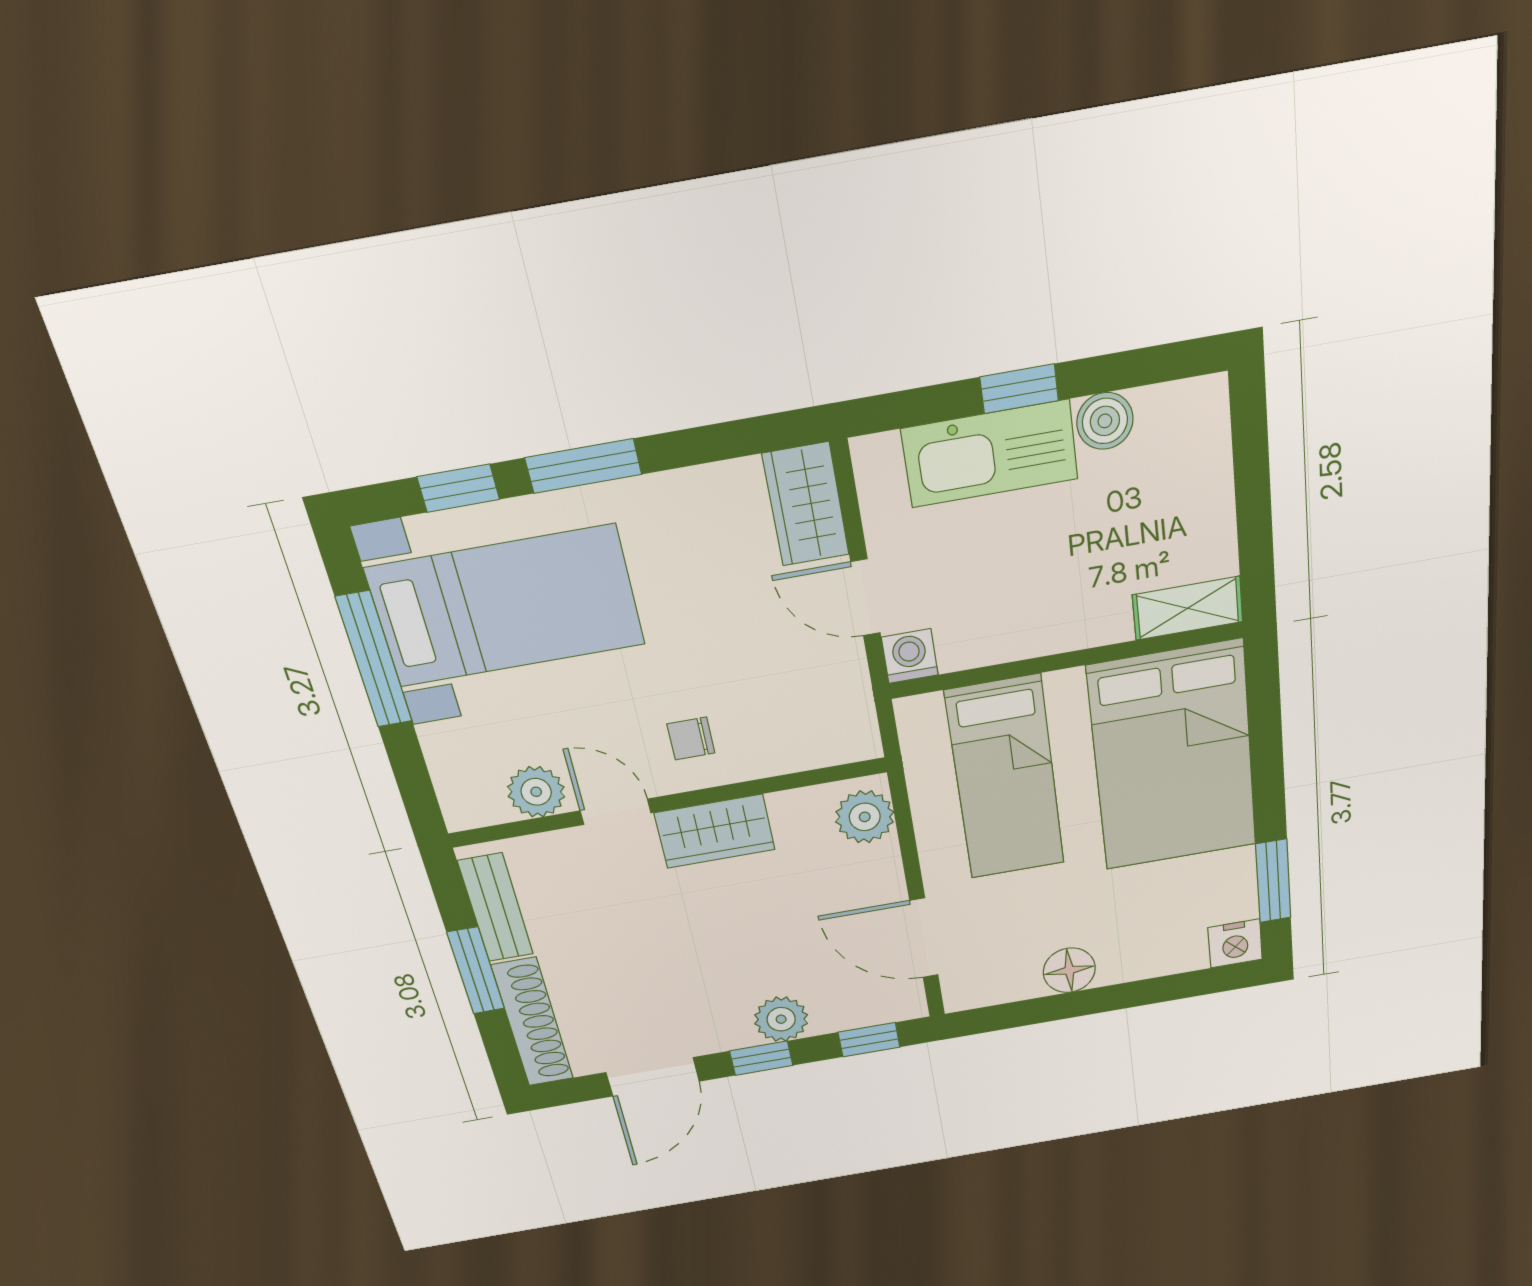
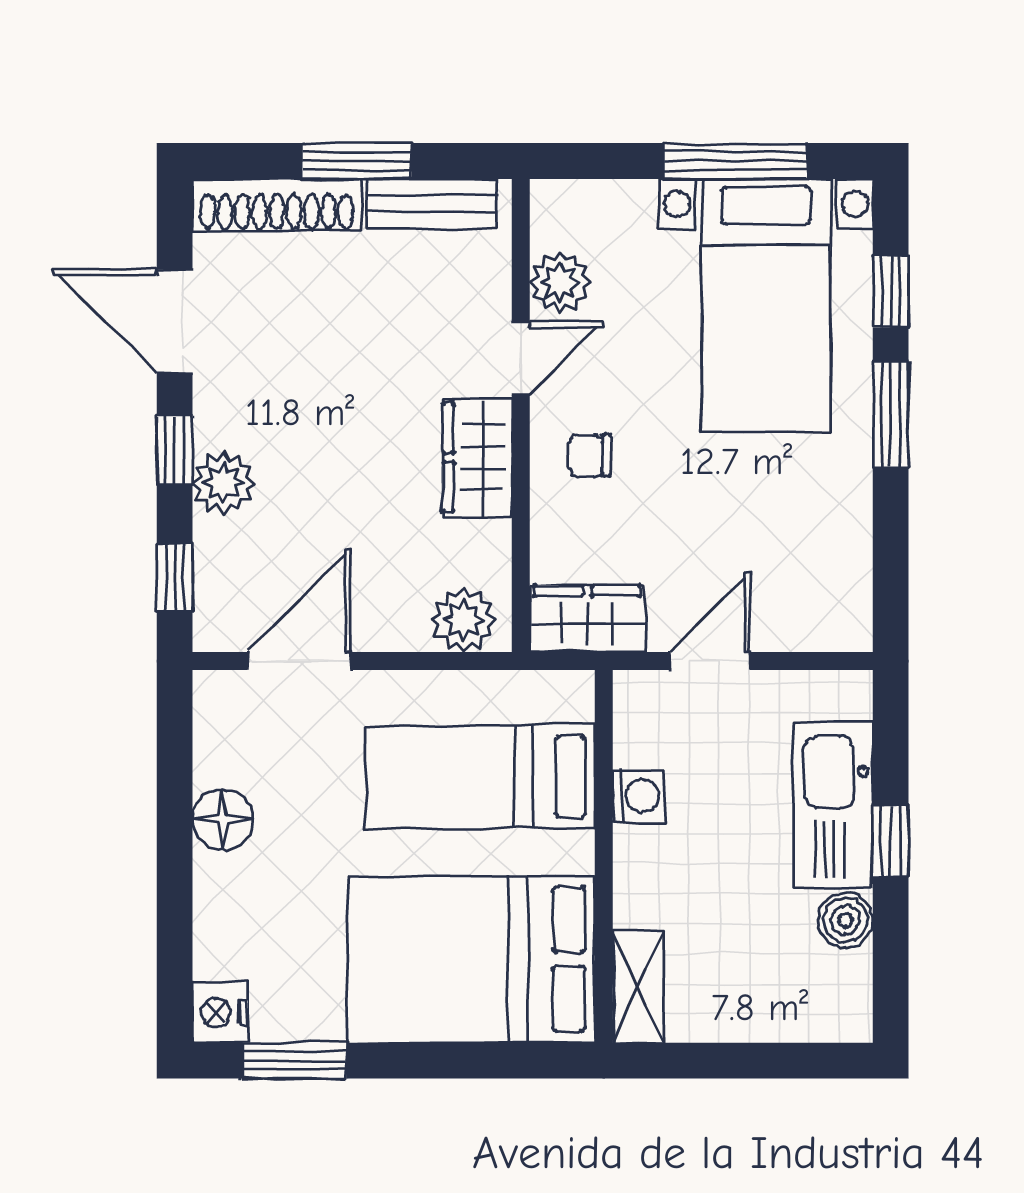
wardrobe: (806, 504) -> (587, 619), moved
washing machine: (910, 656) -> (639, 796), moved
chair: (691, 738) -> (590, 455), turned -90

